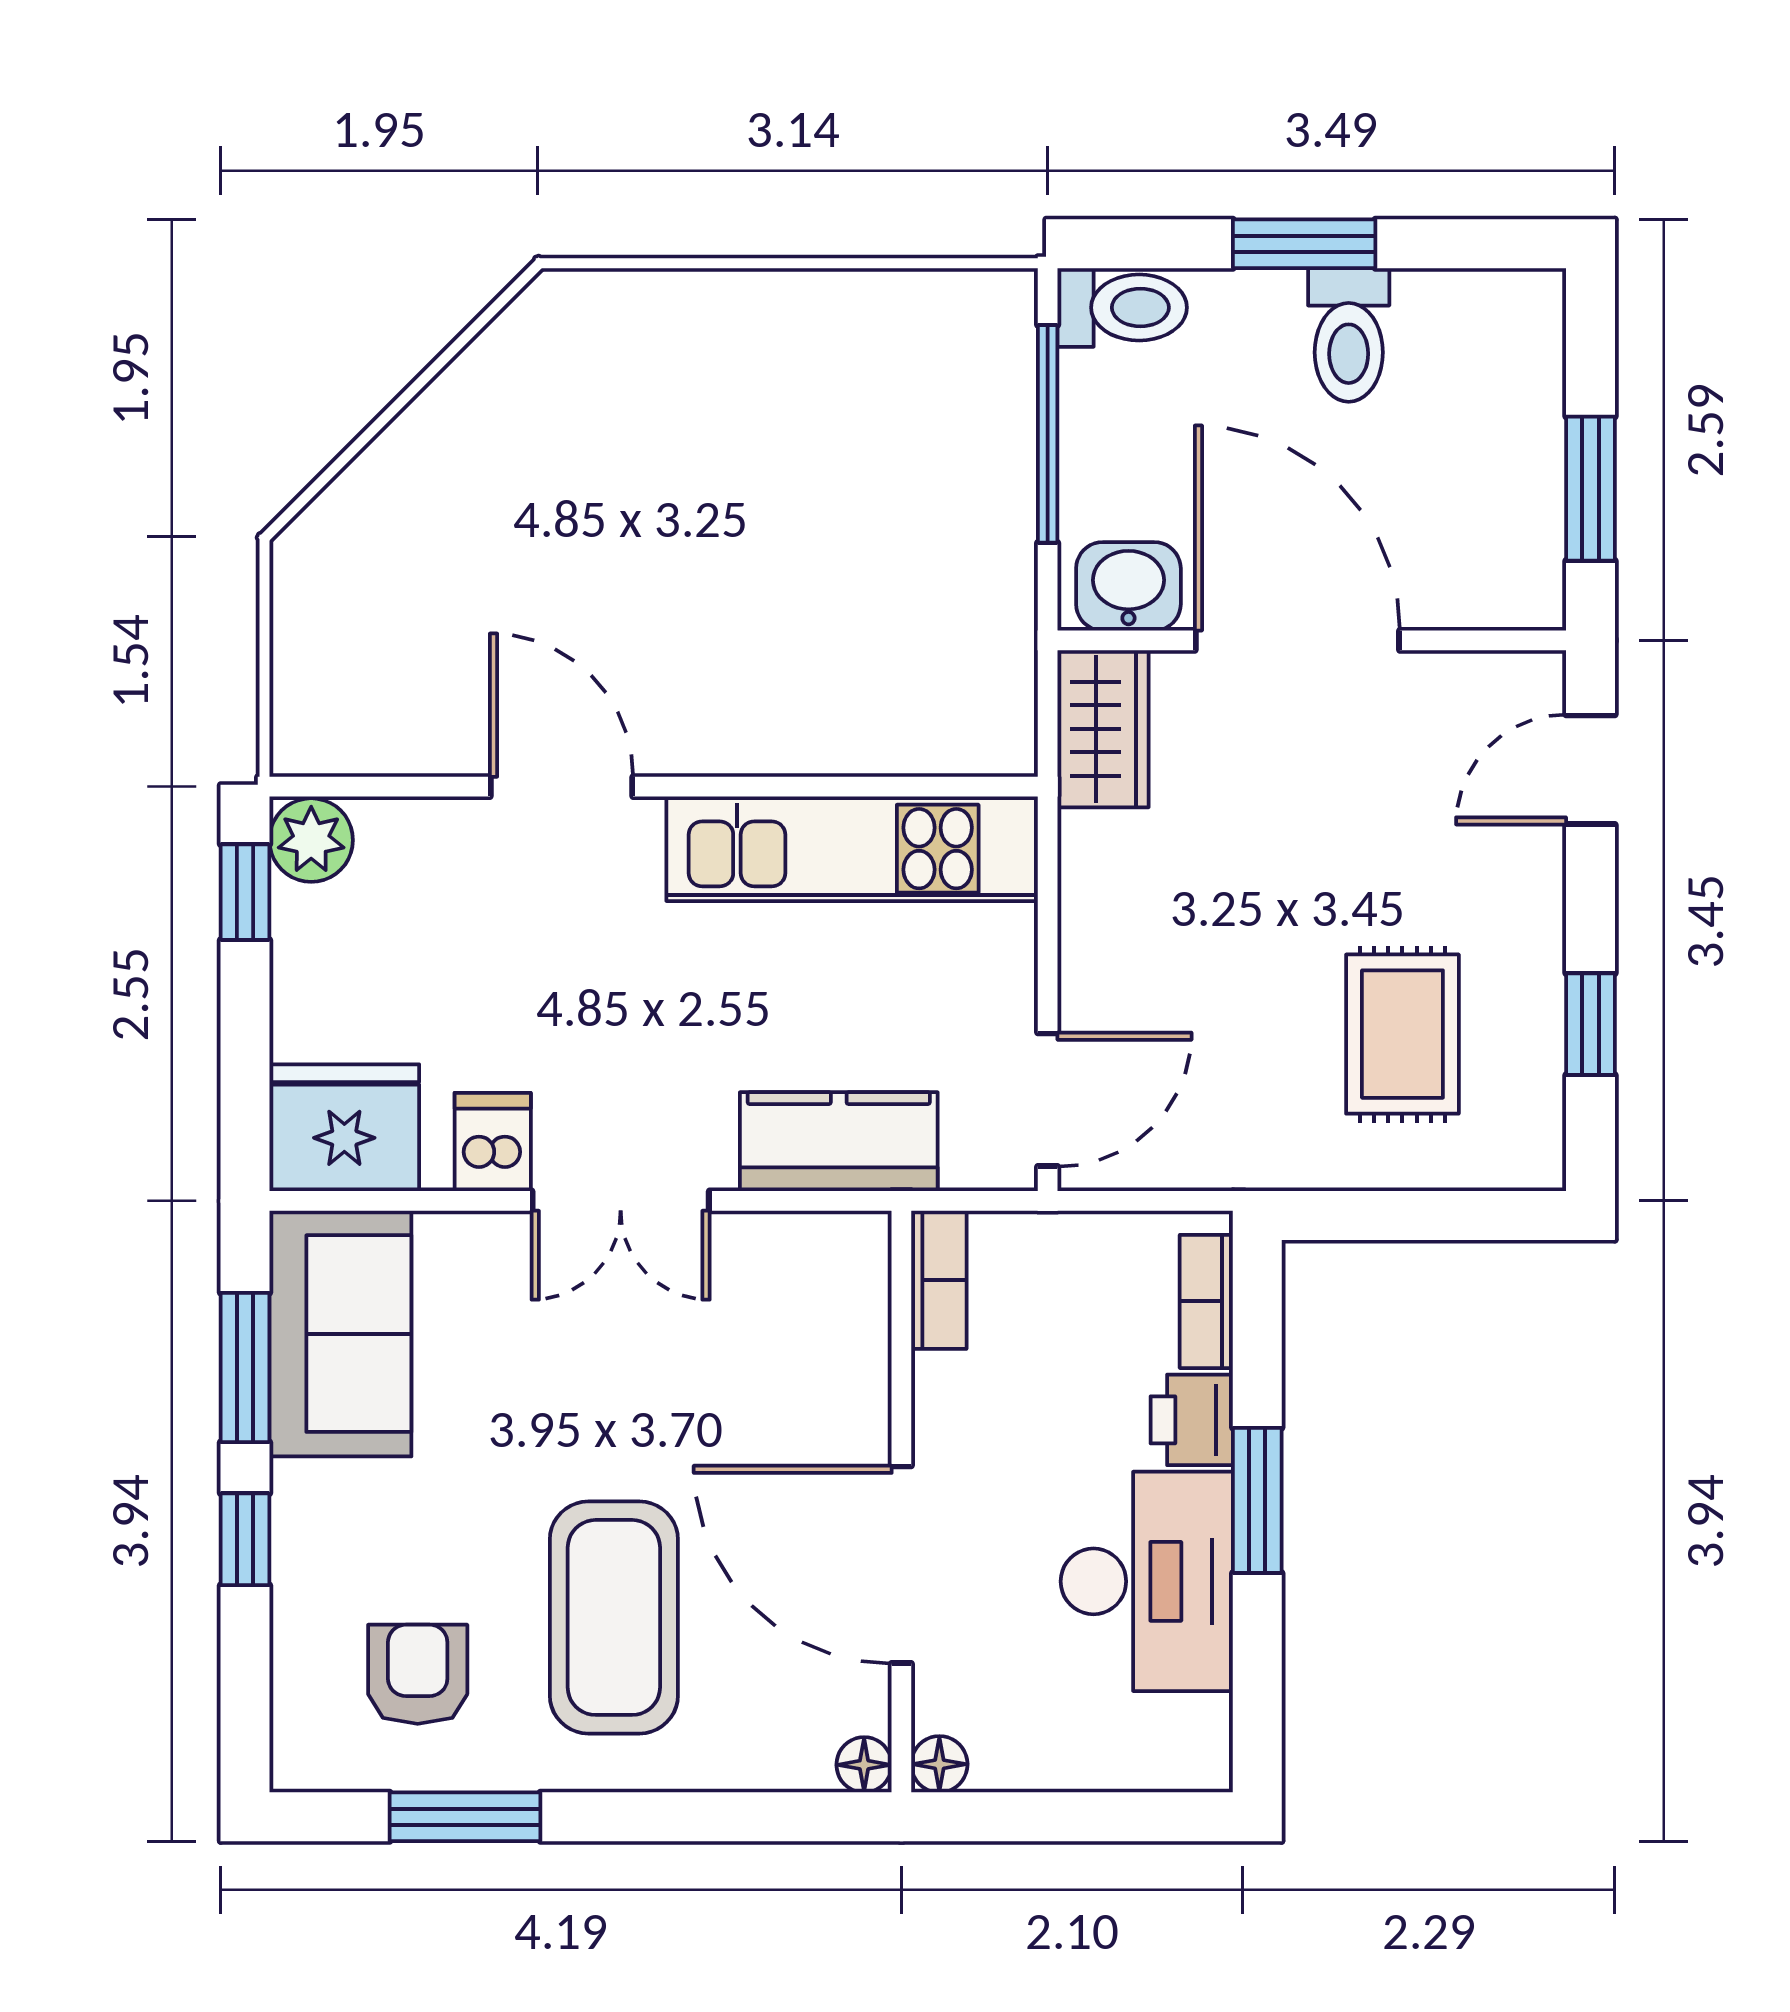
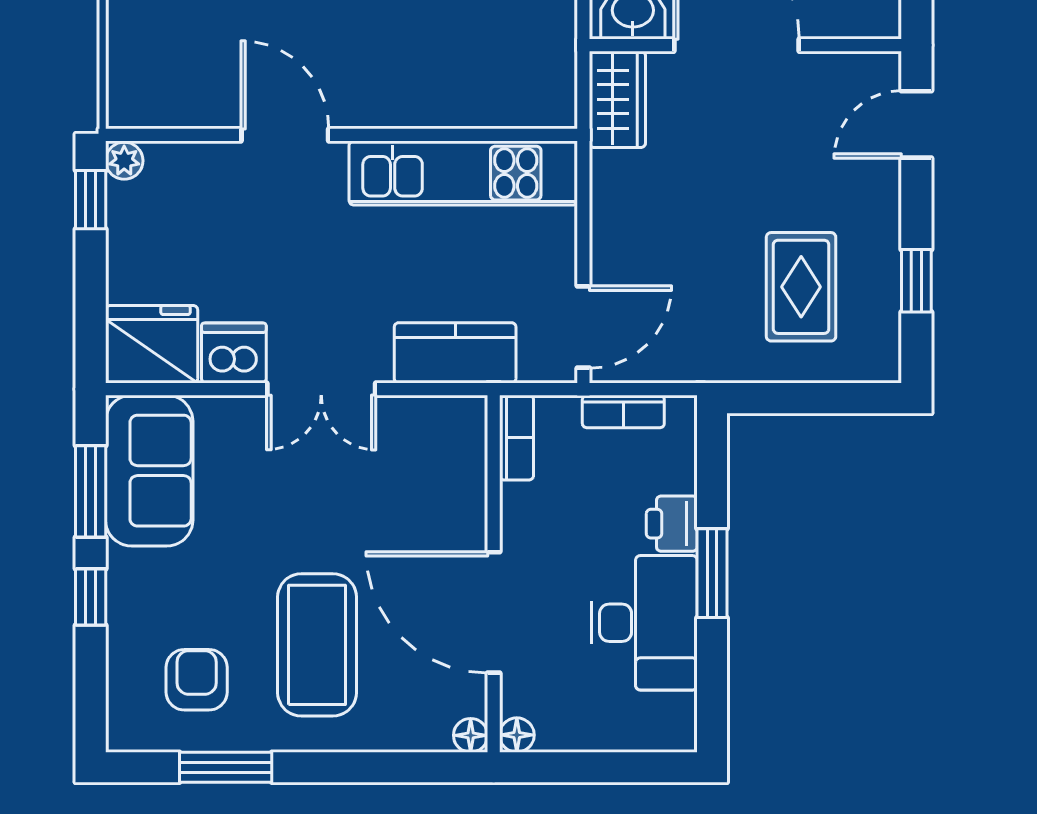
plant: (311, 840) -> (124, 161), width x0.73, depth x0.73
dishwasher: (493, 1142) -> (234, 353), width x1.38
bookcase: (1206, 1301) -> (623, 412), moved, turned -90

